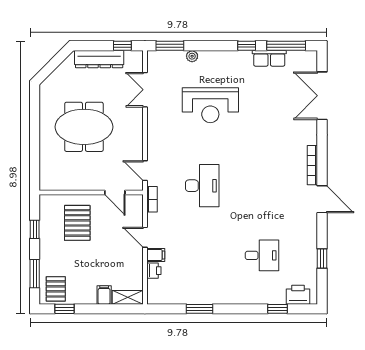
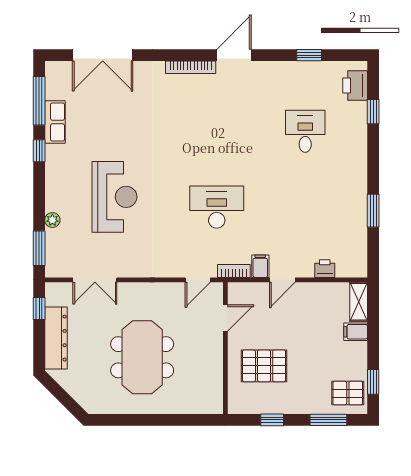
filing cabinet: (156, 255) -> (260, 266), moved

